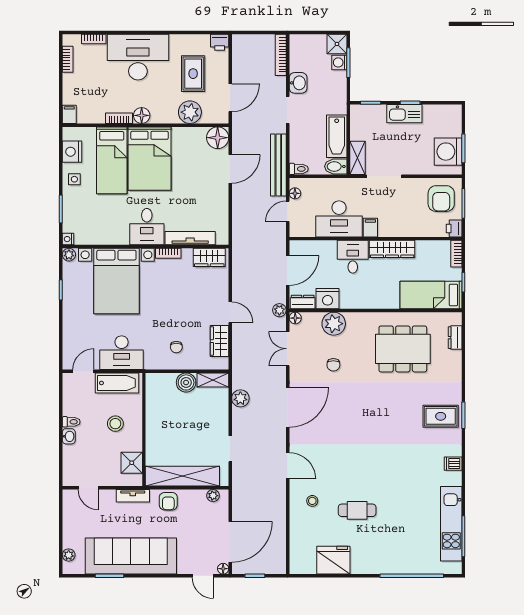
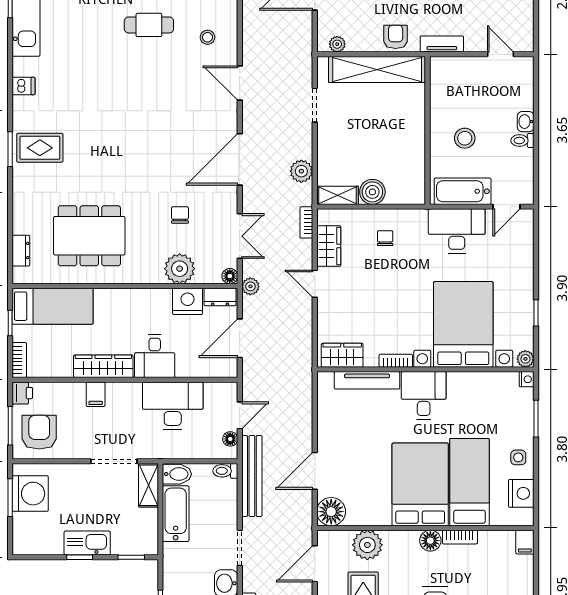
filing cabinet: (370, 228) -> (96, 394), moved
bookcase: (237, 359) -> (306, 222), added
shower: (132, 463) -> (443, 87), removed

